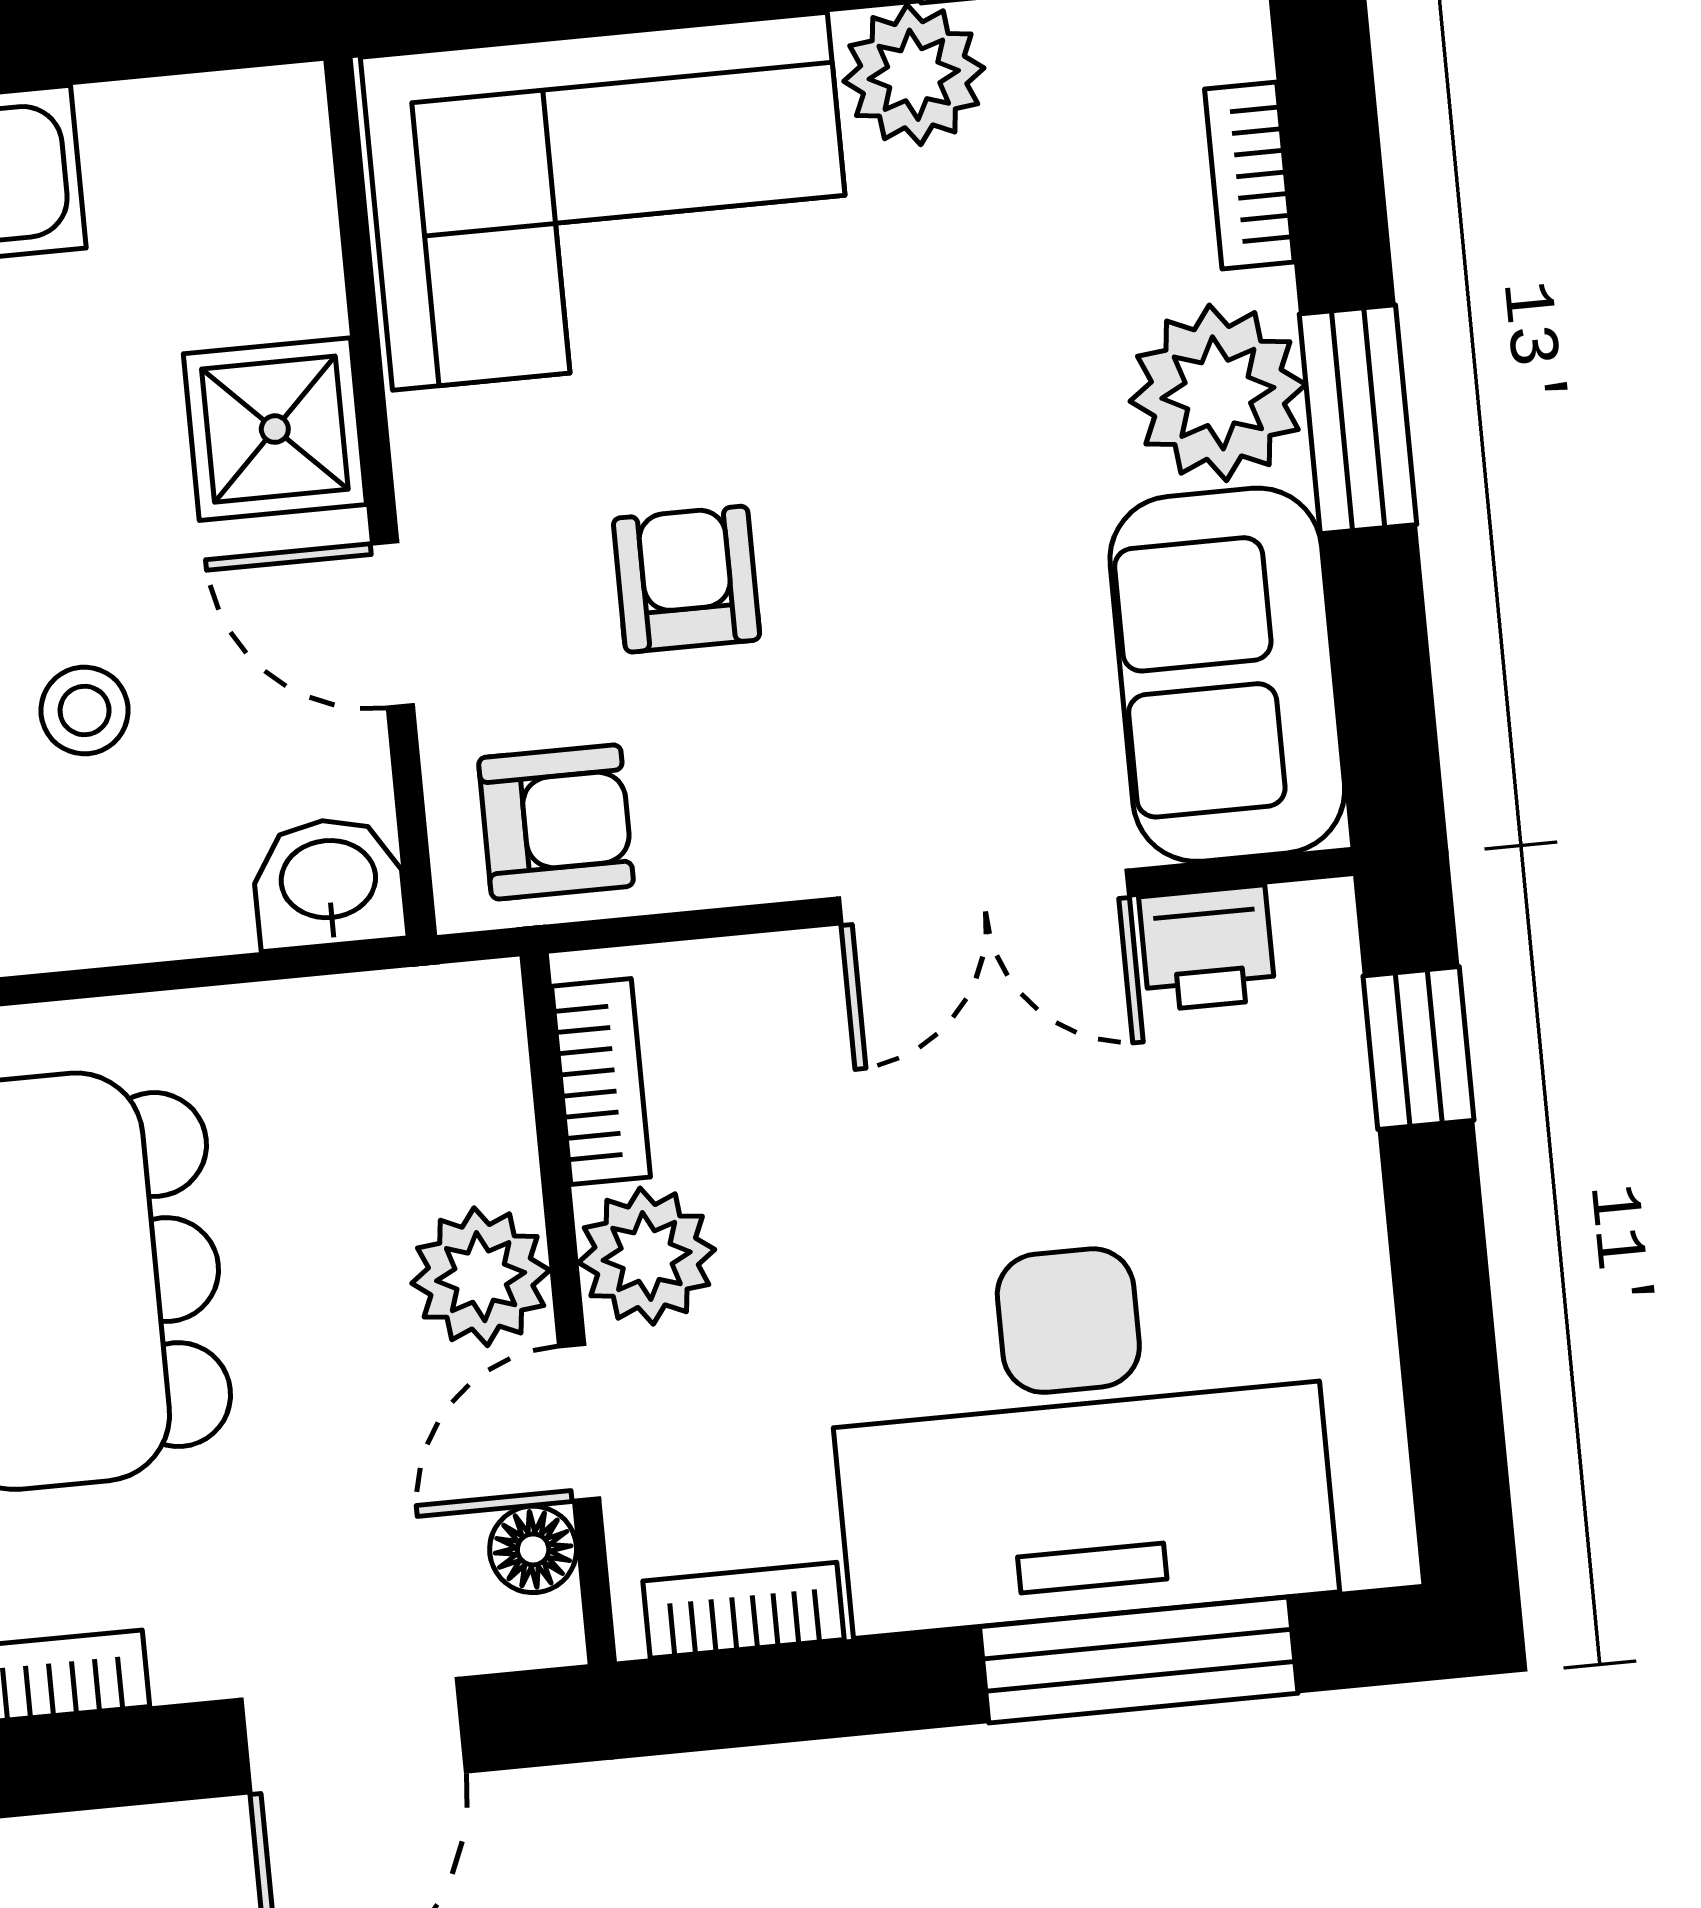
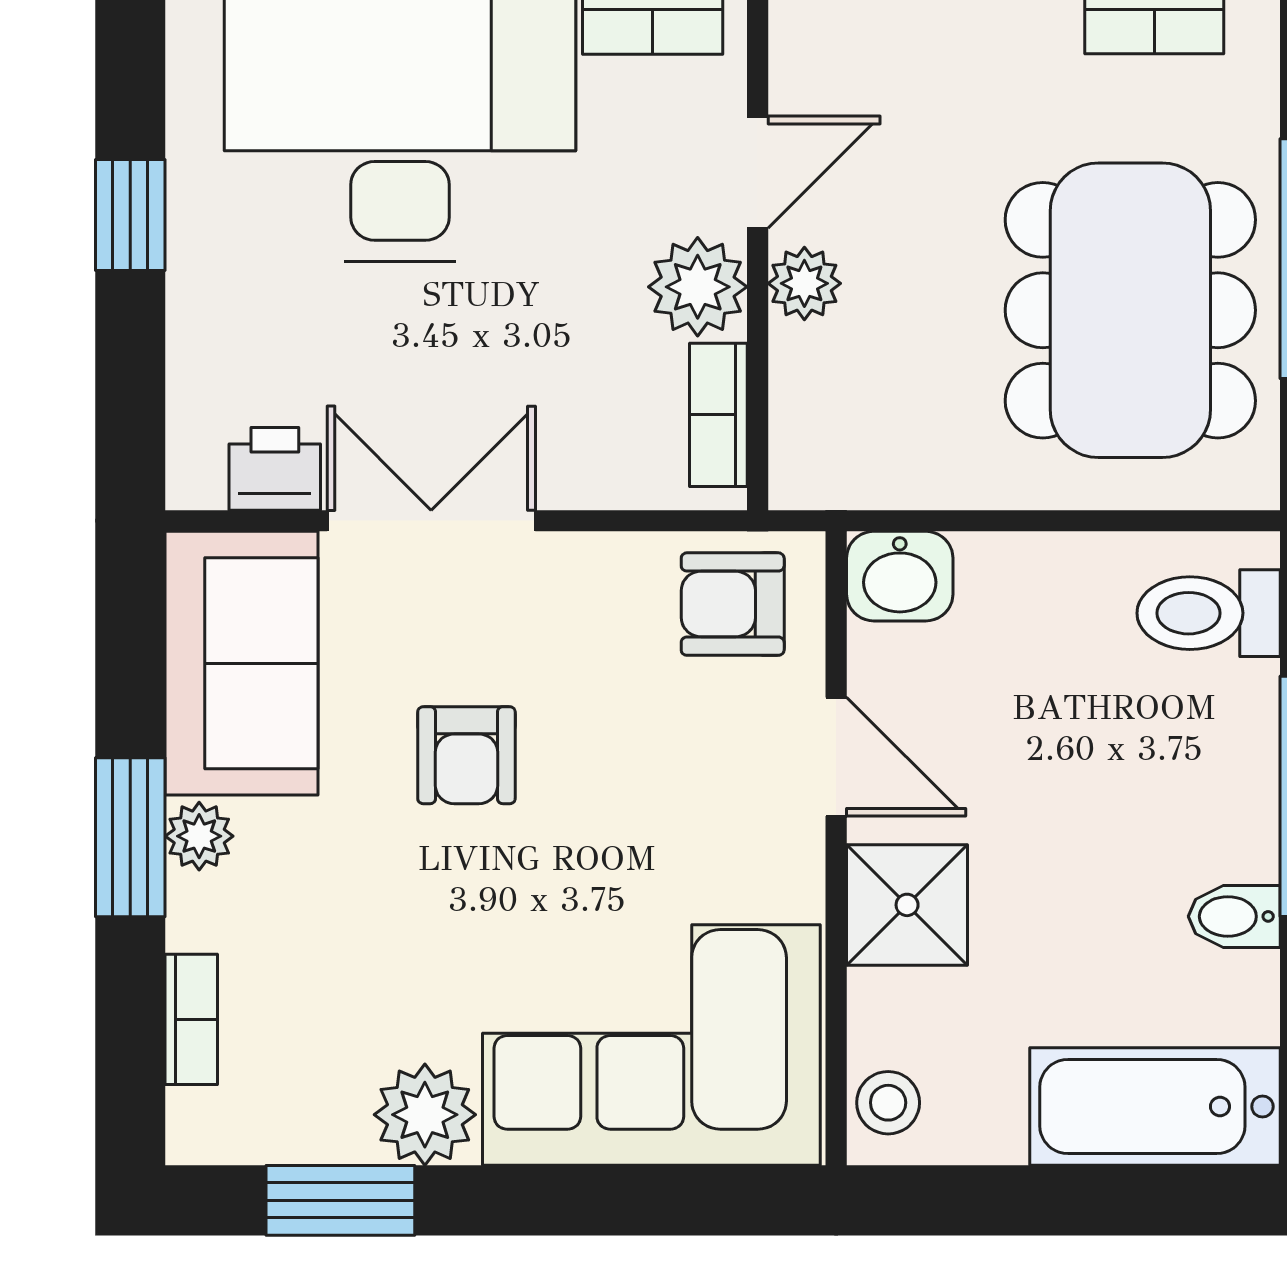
plant: (1218, 393) -> (199, 836), width x0.53, depth x0.53
armchair: (686, 579) -> (466, 755), moved
stool: (85, 710) -> (888, 1103), moved
window: (1419, 1048) -> (130, 215), moved
plant: (481, 1277) -> (804, 283), width x0.73, depth x0.73
floor lamp: (533, 1549) -> (799, 84), removed

